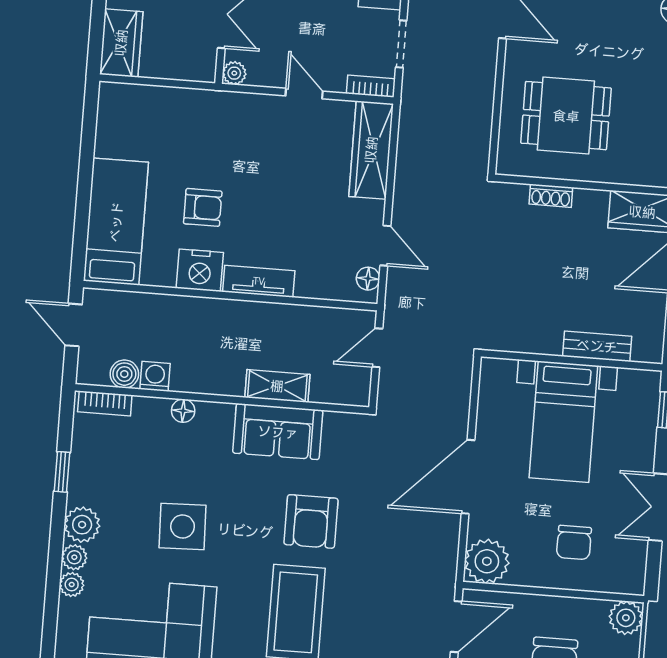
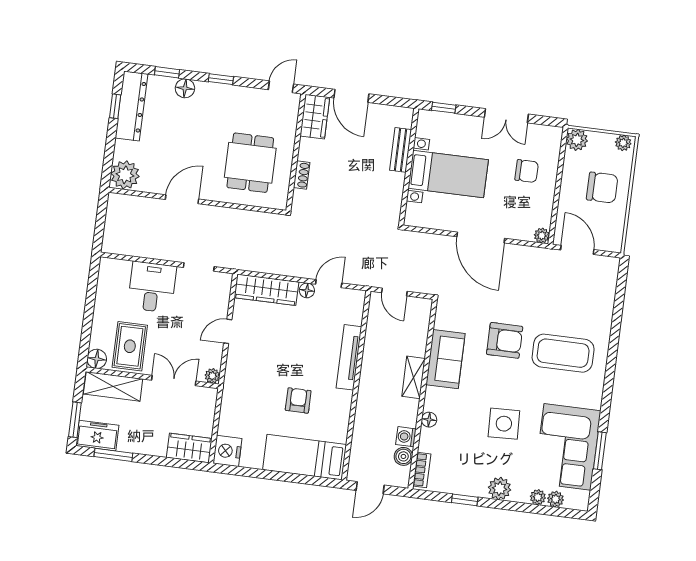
bookcase: (371, 86) -> (225, 288), removed
nightstand: (200, 270) -> (227, 451), moved, turned 180
floor lamp: (368, 279) -> (307, 290), moved
tv unit: (259, 281) -> (349, 357), width x1.41
shelving: (277, 386) -> (413, 377), moved
plant: (74, 557) -> (556, 499), moved
plant: (487, 561) -> (542, 235), width x0.53, depth x0.53

